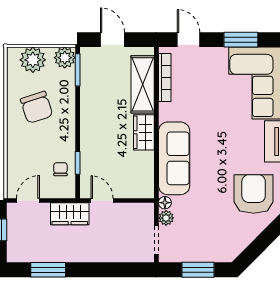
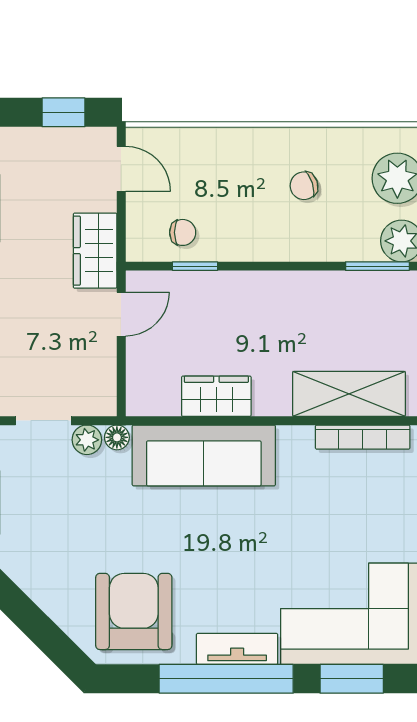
chair: (37, 107) -> (304, 186), width x0.54, depth x0.54
wardrobe: (144, 132) -> (216, 396), moved
armchair: (254, 194) -> (134, 611), turned -90

